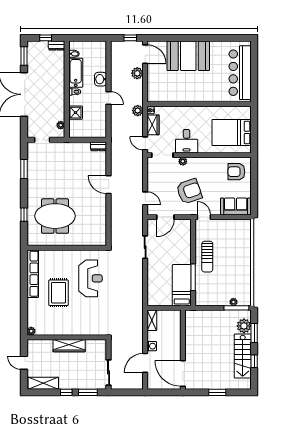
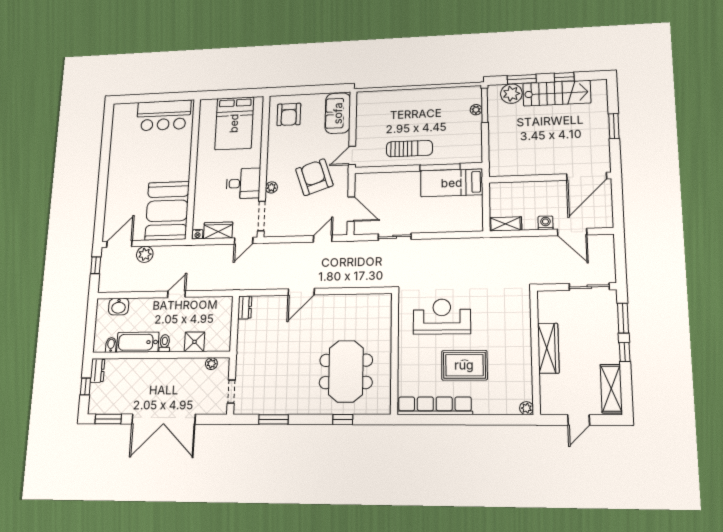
booth: (188, 56) -> (167, 211), moved
bar counter: (240, 73) -> (164, 115), width x0.73
washbasin: (101, 79) -> (119, 307), moved
plant: (138, 111) -> (197, 252), removed

